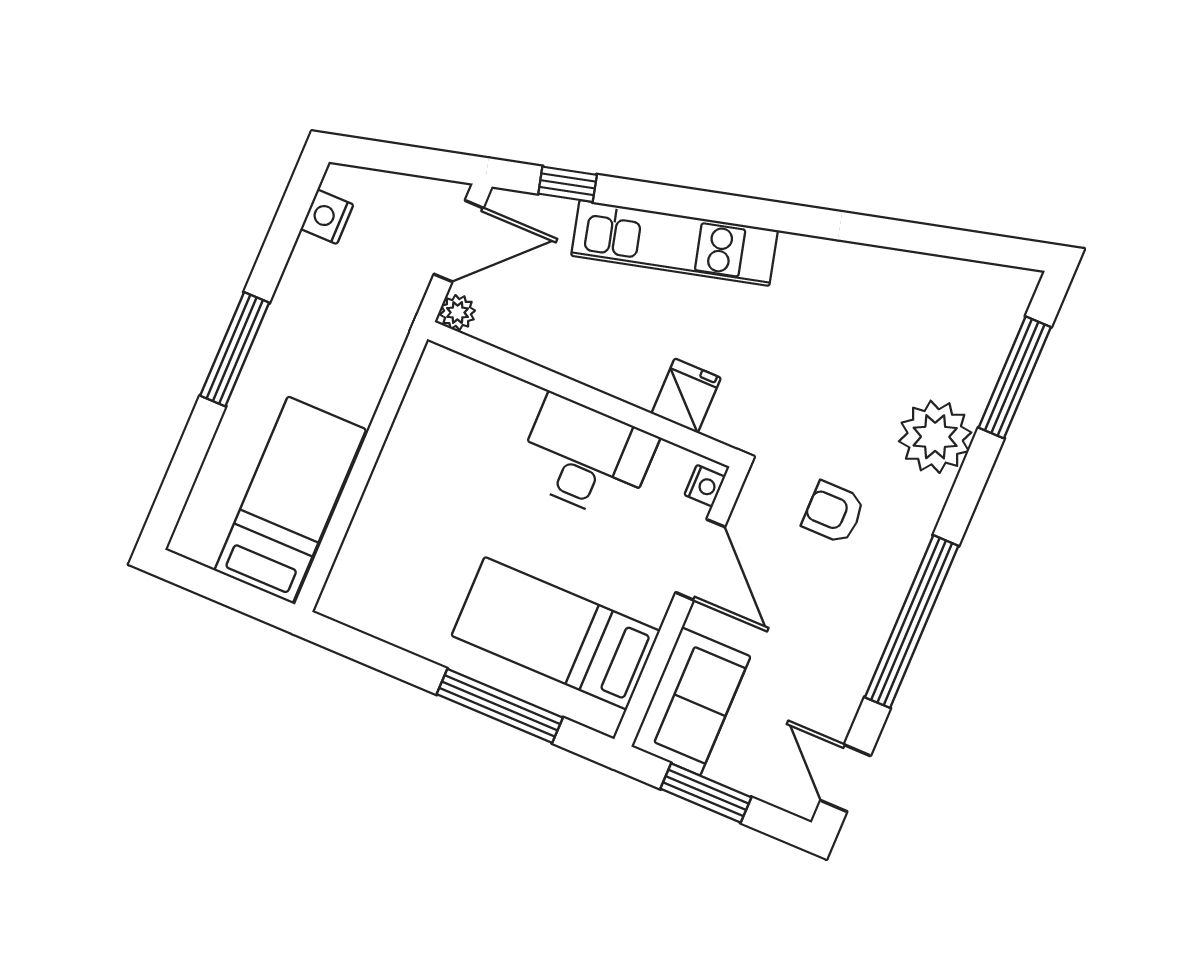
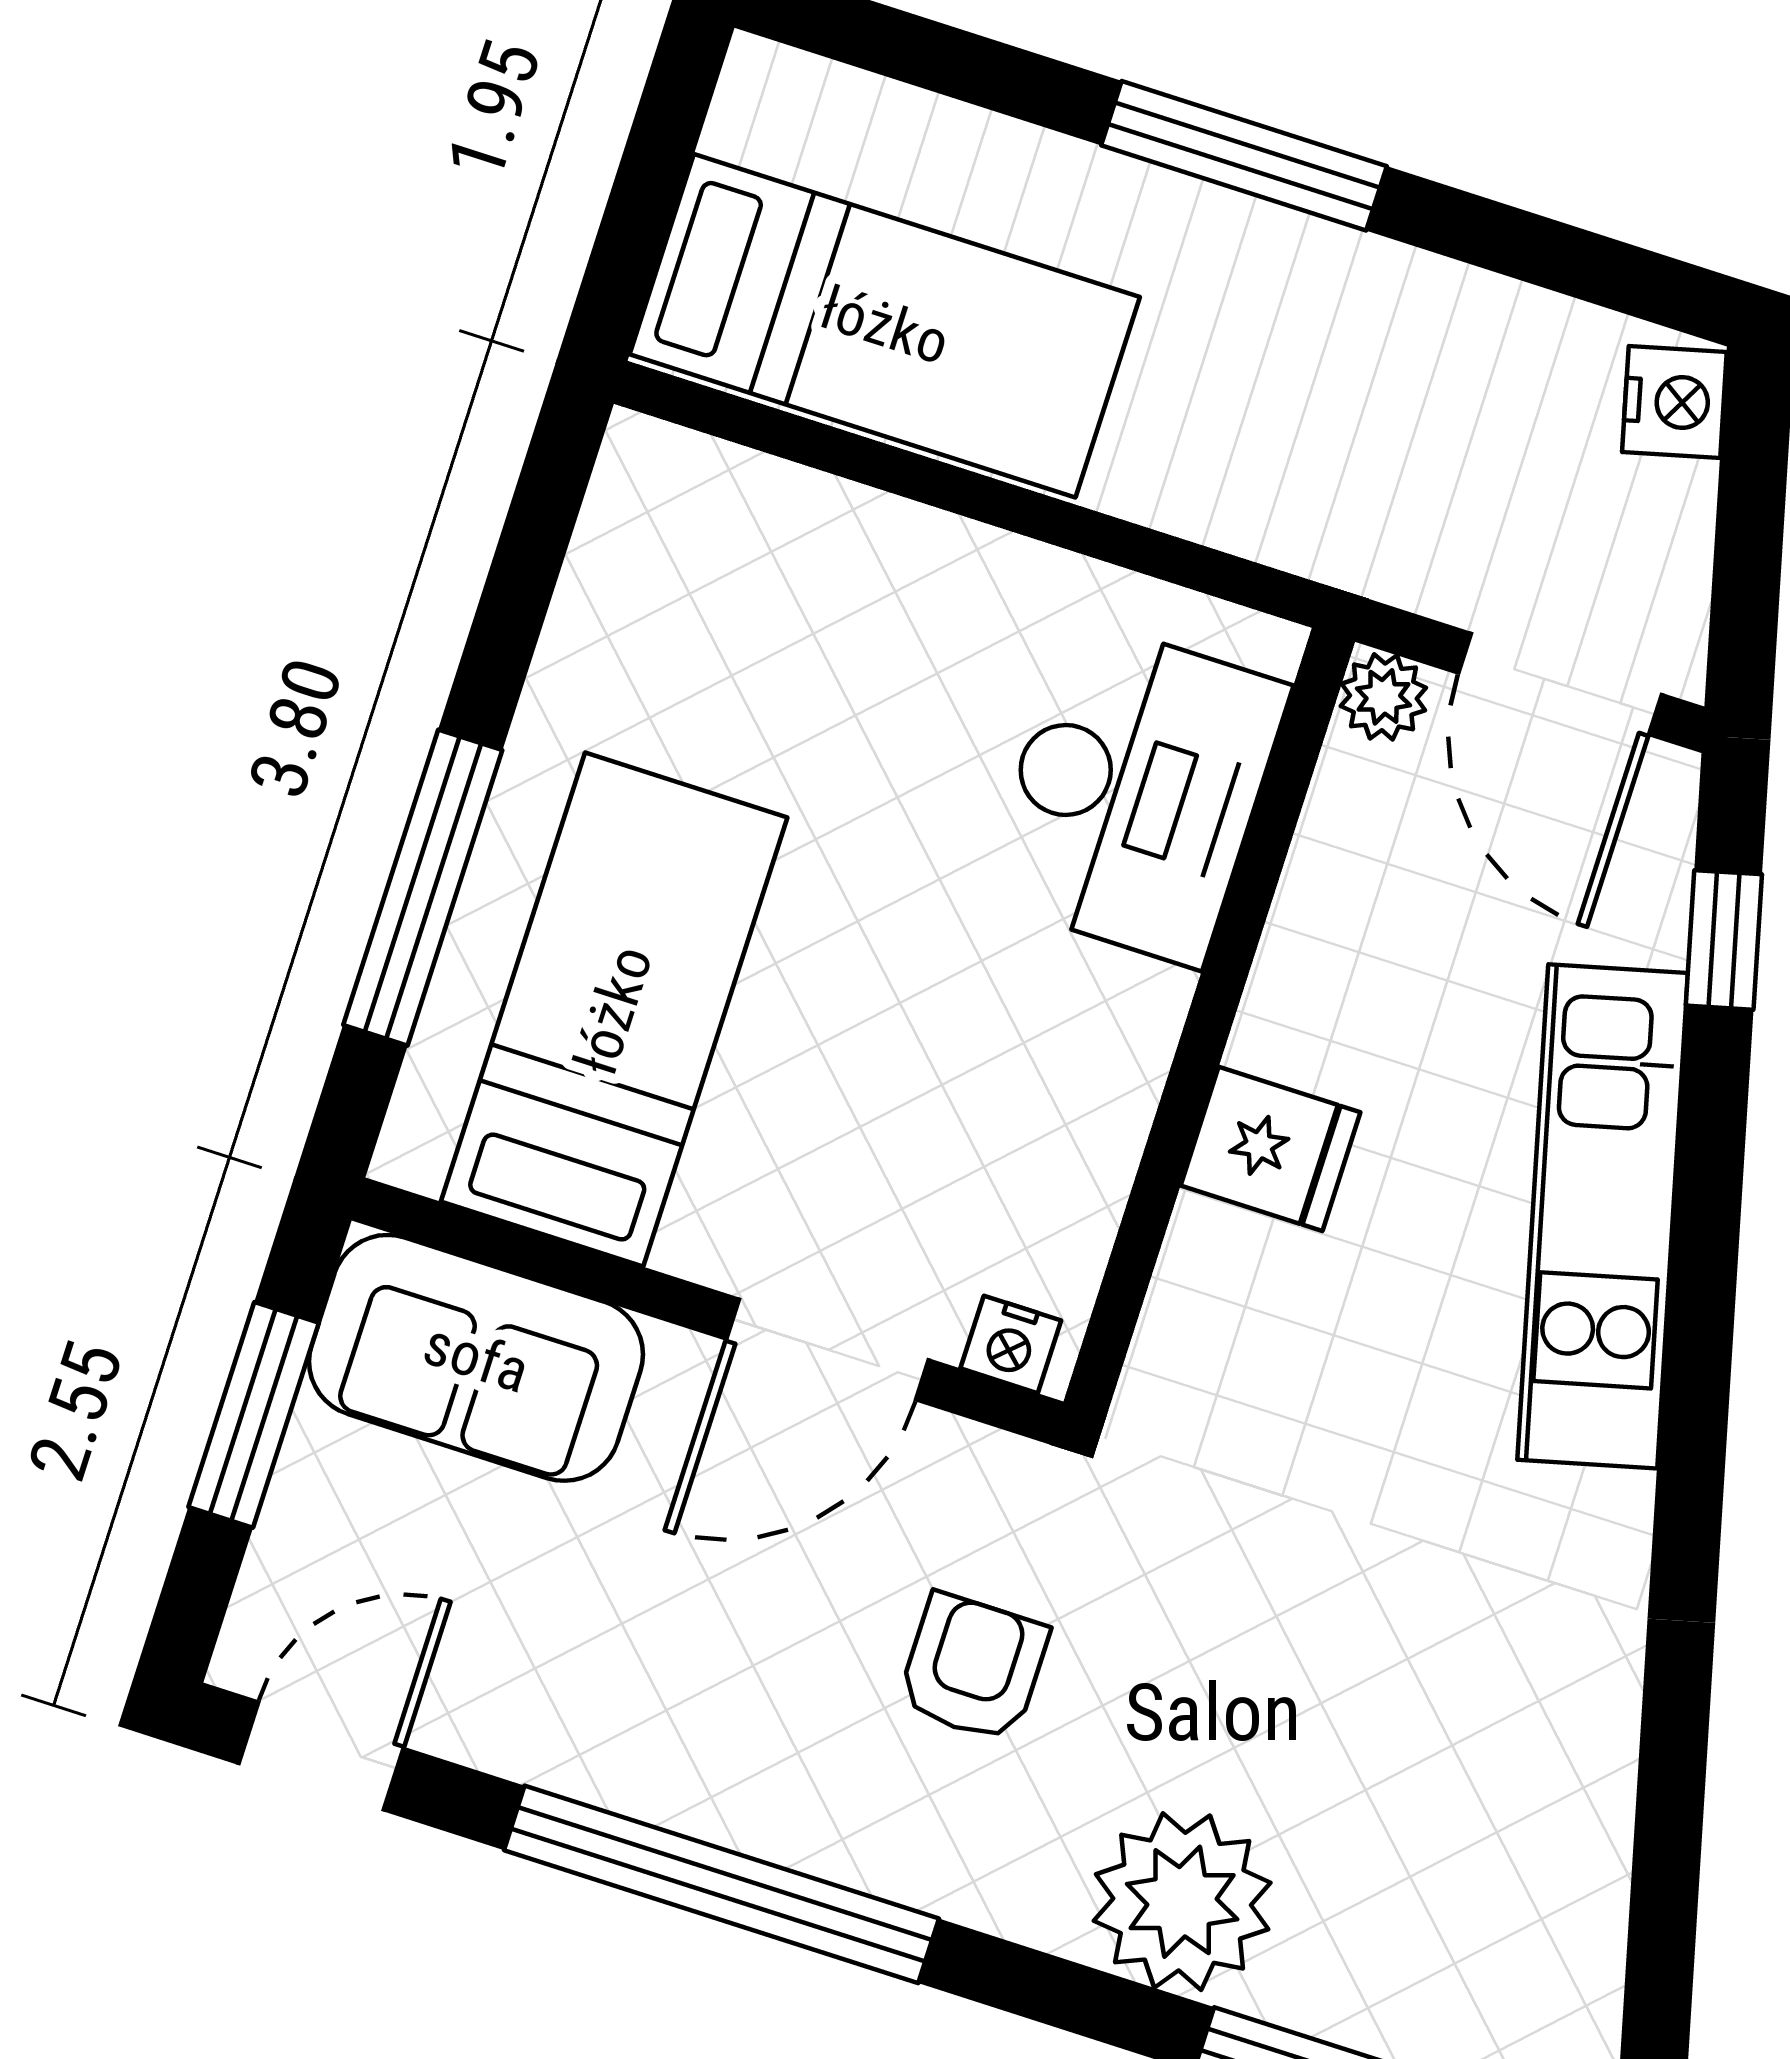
nightstand: (327, 217) -> (1674, 402), moved, turned 76
fridge: (686, 396) -> (1270, 1149), moved
desk: (586, 458) -> (1135, 792), moved

